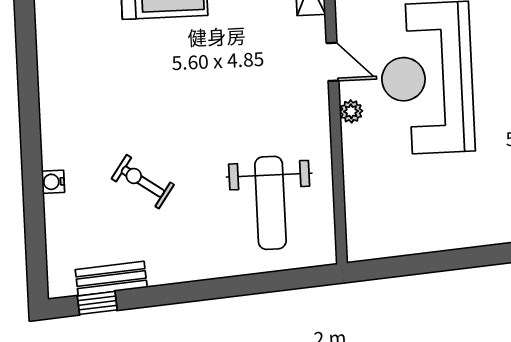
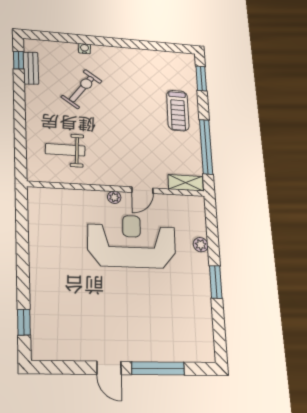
exercise bike: (143, 182) -> (82, 89), width x1.38, depth x1.39
weight bench: (270, 203) -> (65, 150), width x0.73, depth x0.75

